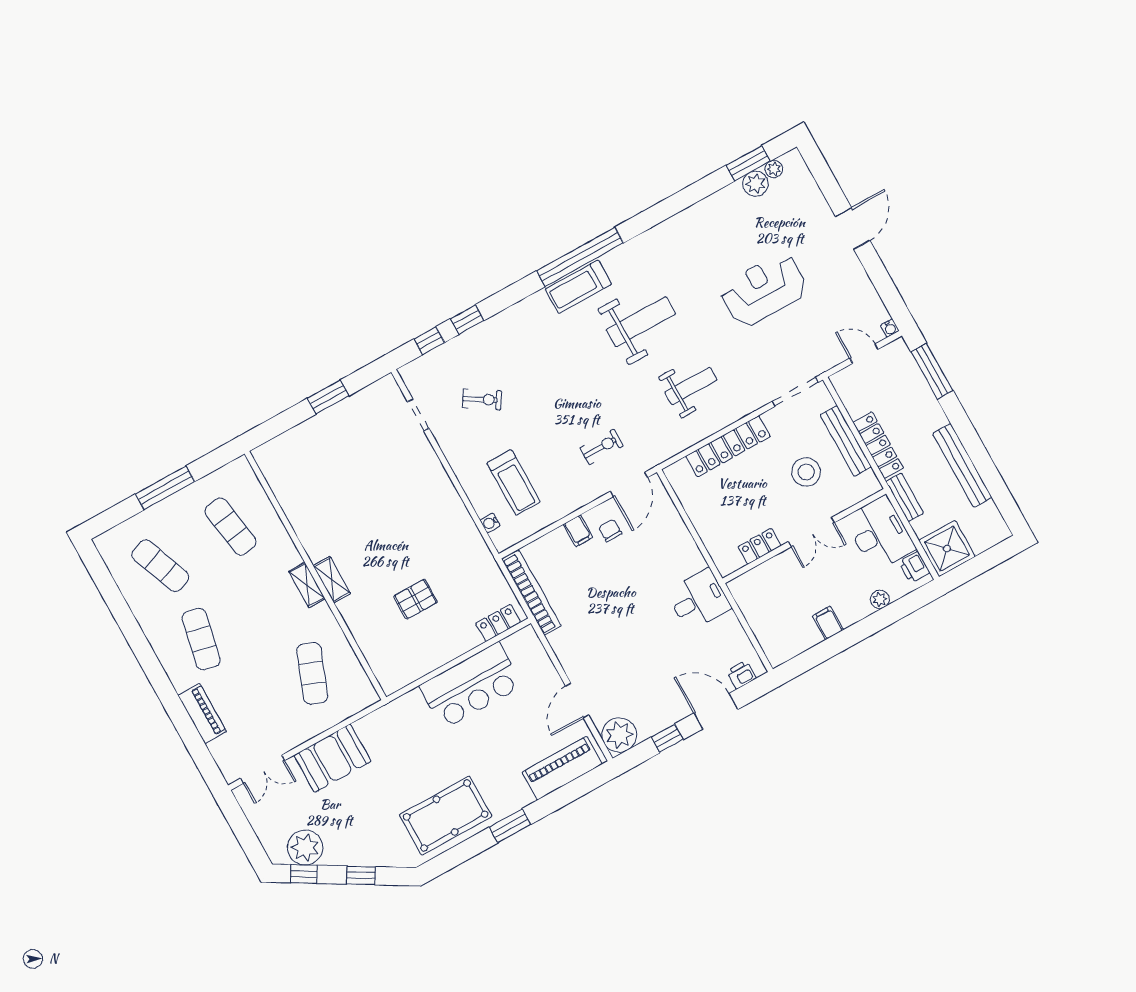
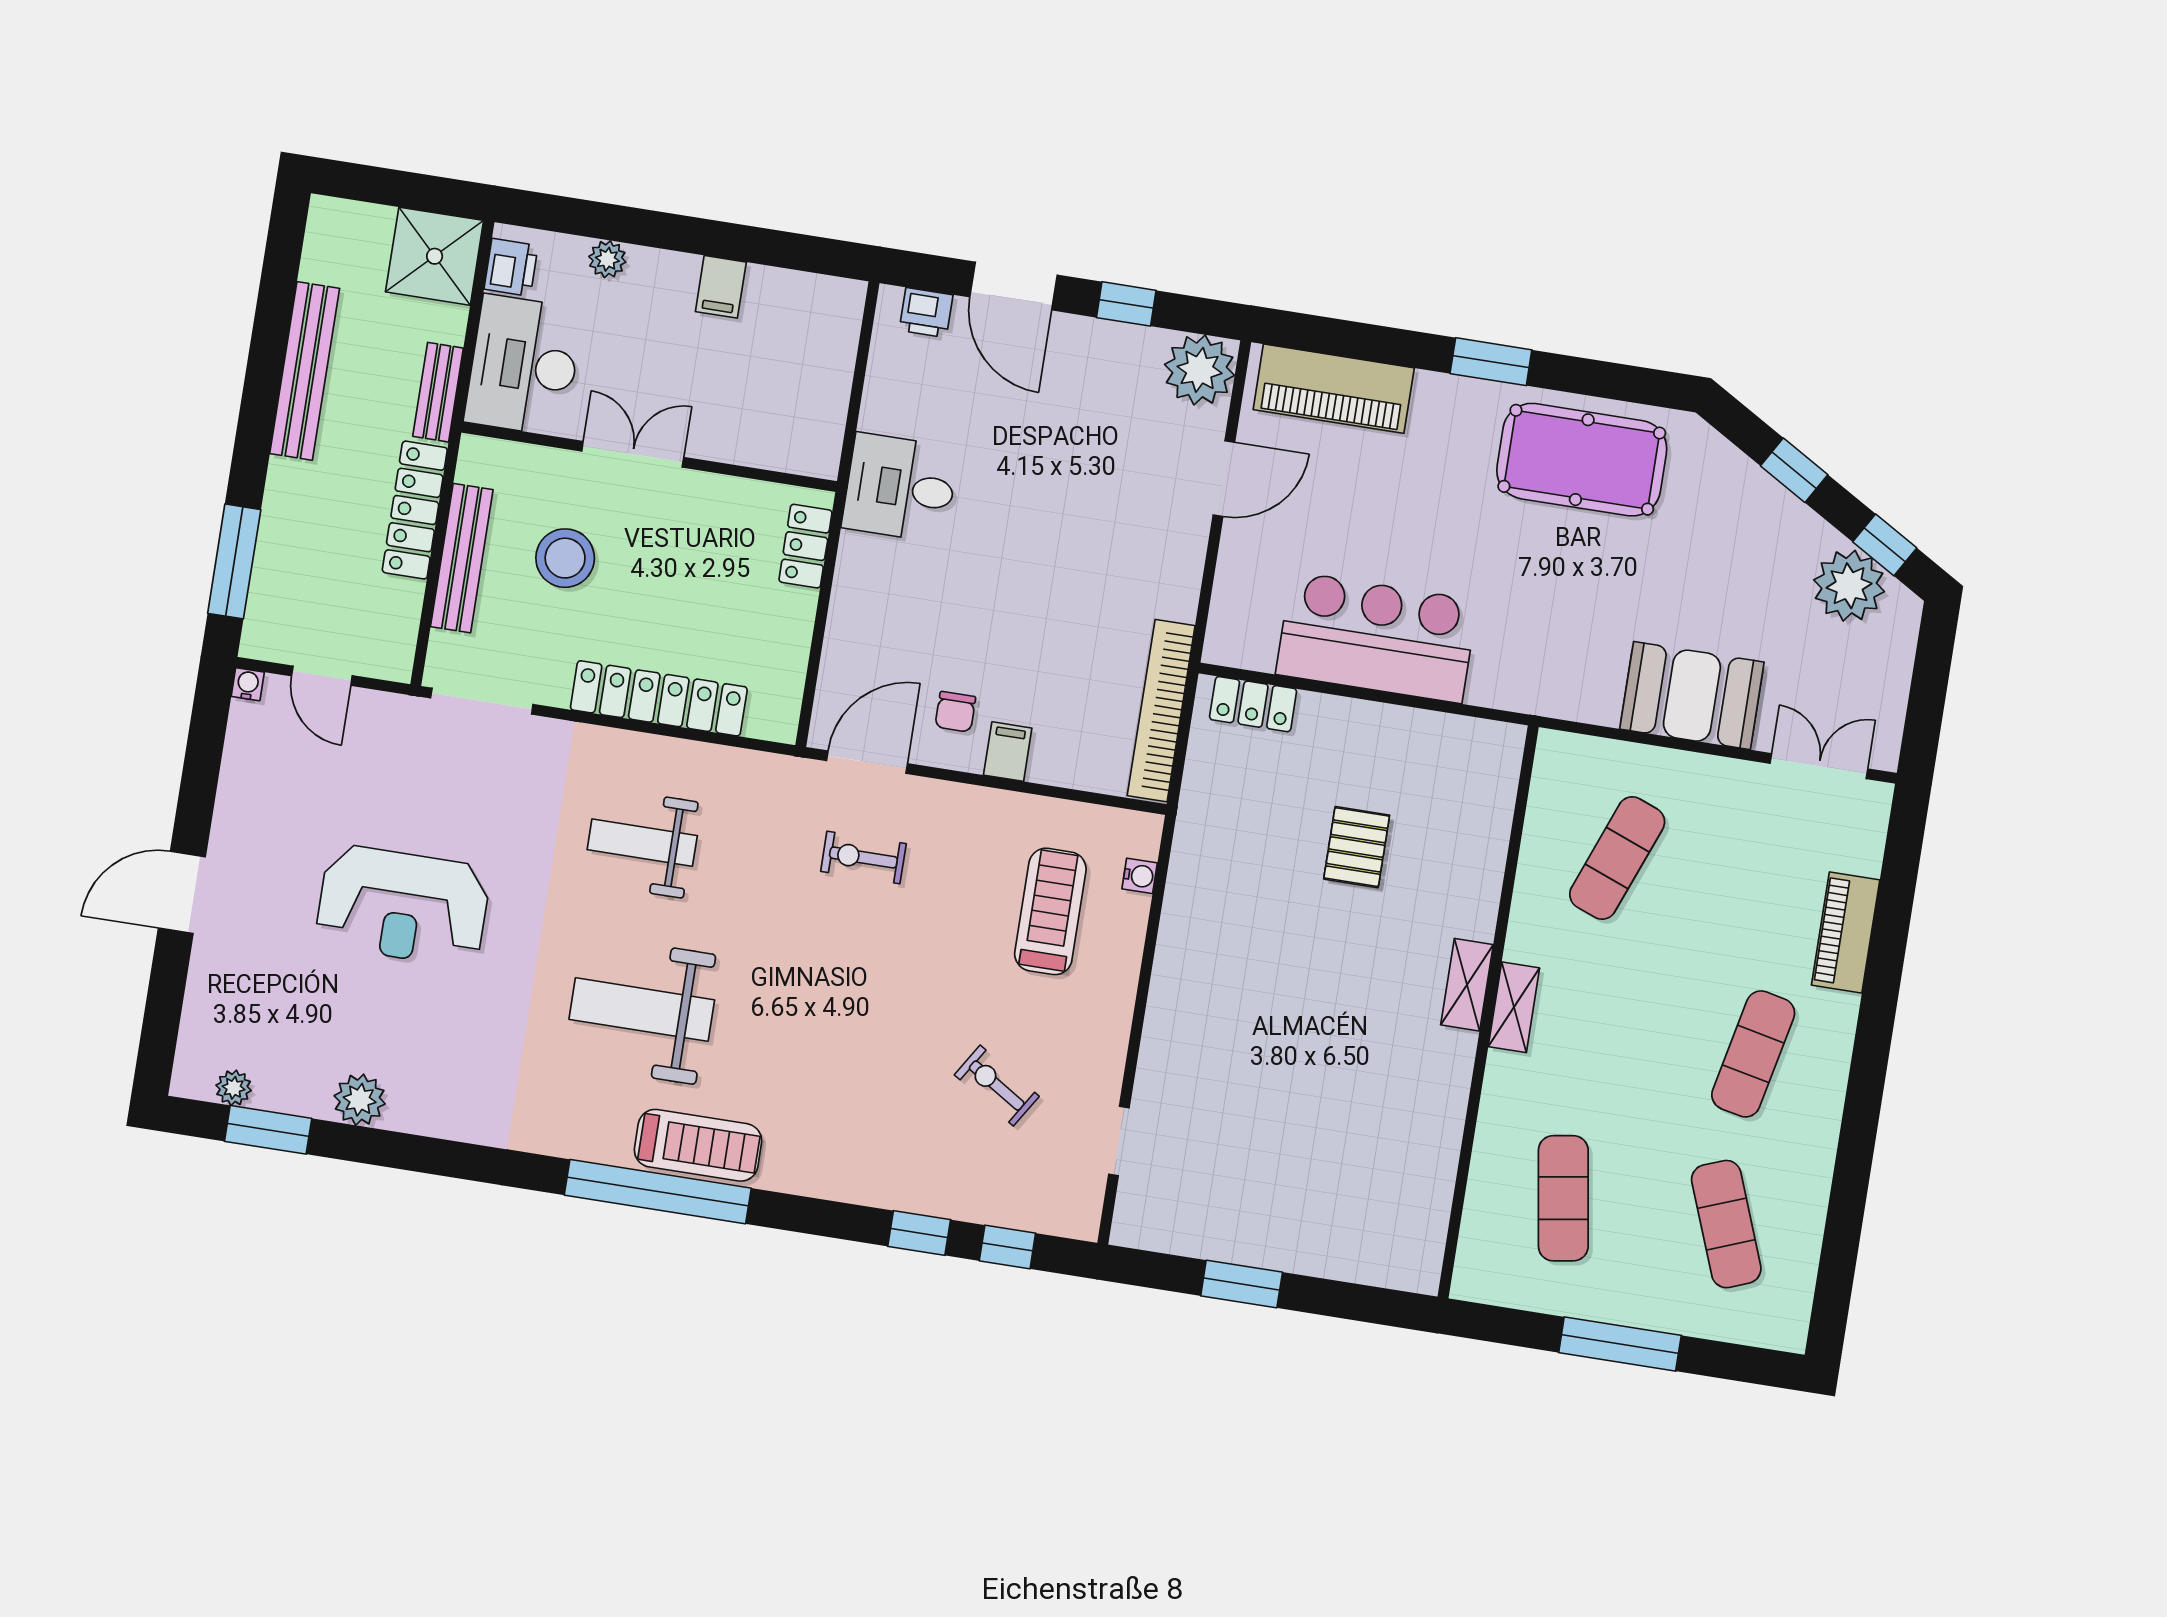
plant: (756, 184) -> (360, 1100), moved
locker: (760, 546) -> (805, 546), moved, turned 90
pallet: (415, 599) -> (1357, 847), turned 90

